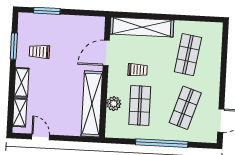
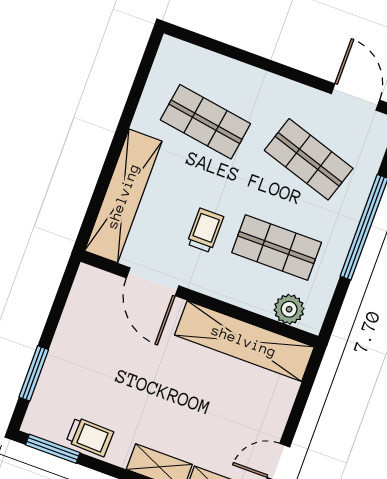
window: (14, 46) -> (53, 449), moved
trolley: (39, 52) -> (90, 437), moved, turned -88
plant: (114, 104) -> (289, 309), moved

